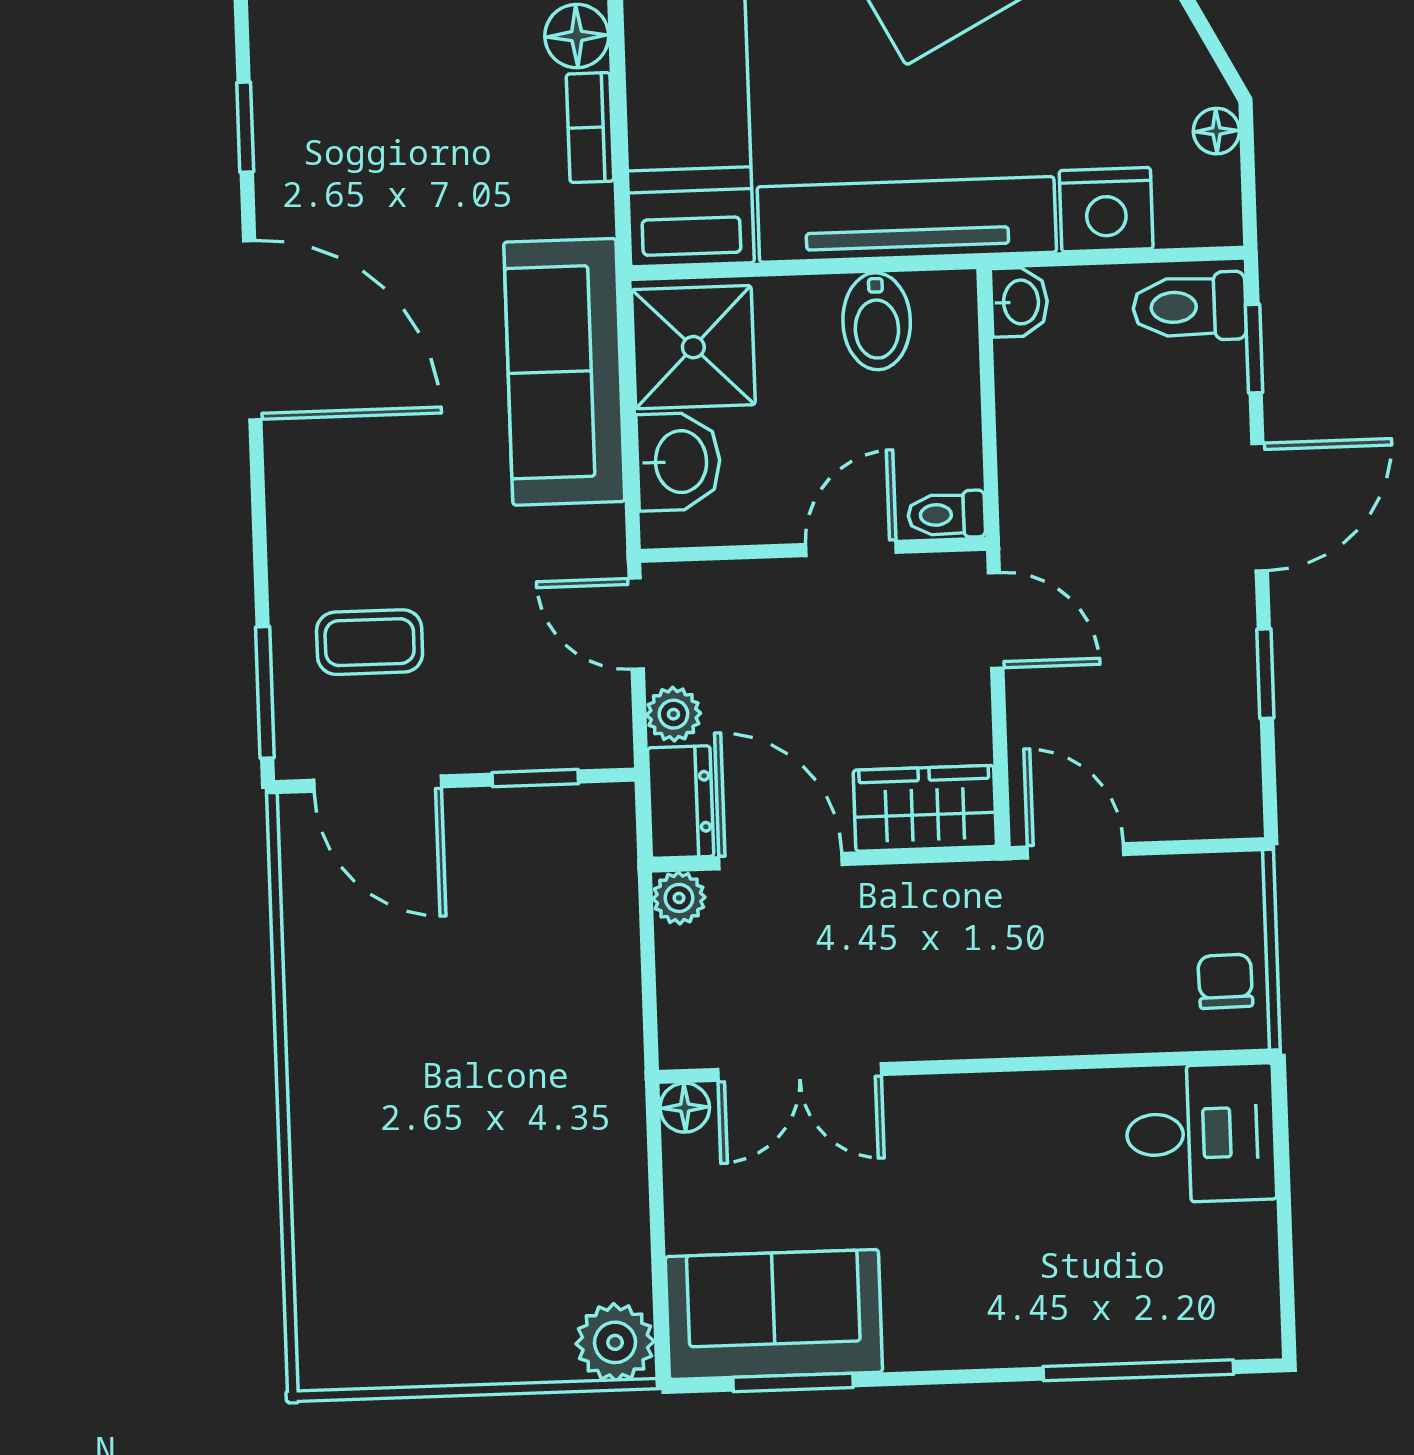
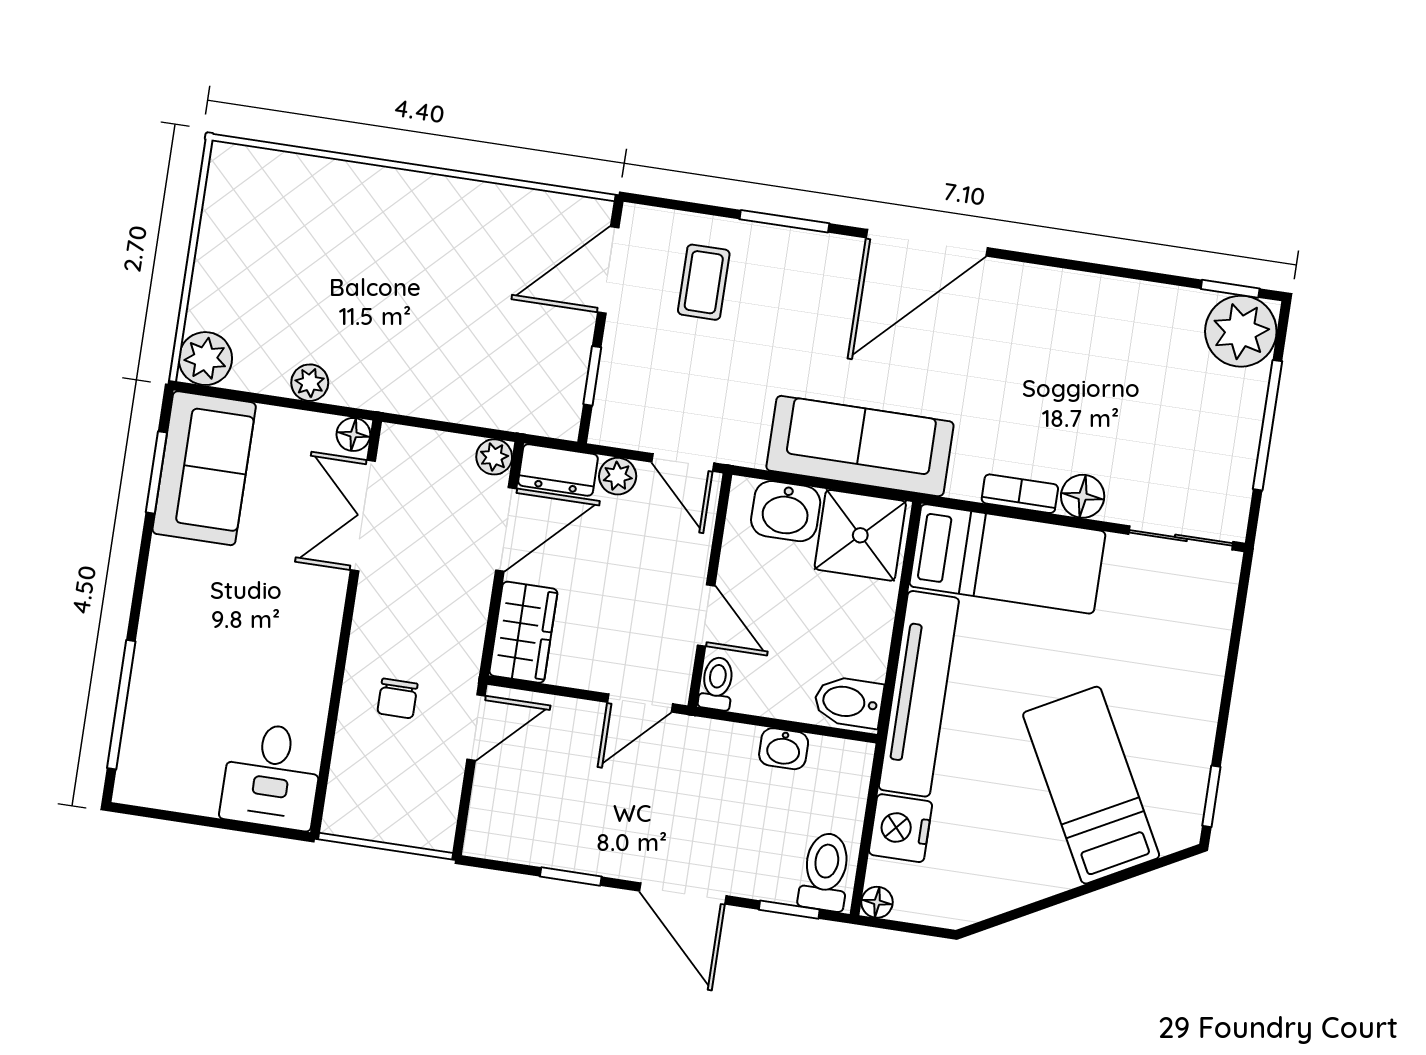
window: (245, 127) -> (1063, 263), removed
floor lamp: (1216, 131) -> (877, 902), moved
washbasin: (1019, 302) -> (784, 749), moved
bidet: (877, 321) -> (848, 702), moved
door: (636, 624) -> (683, 463), swing flipped
window: (265, 692) -> (784, 221), moved
chair: (1225, 981) -> (397, 699), moved, turned 91
plant: (622, 1185) -> (310, 383), added

